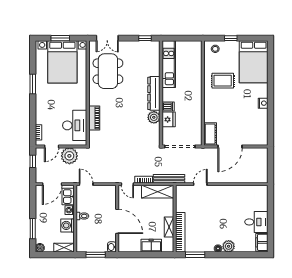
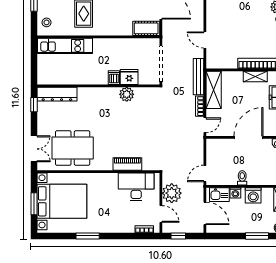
kitchen unit: (169, 64) -> (65, 46), moved, turned 180
dresser: (154, 93) -> (57, 94), moved

